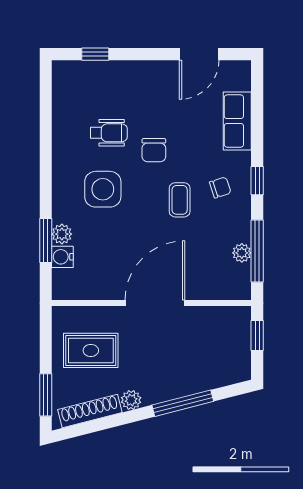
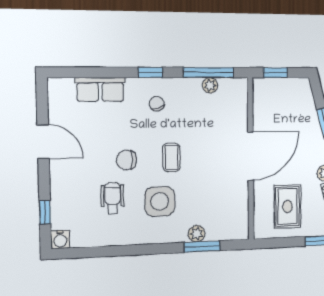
door: (199, 54) -> (43, 142), moved
chair: (154, 150) -> (127, 160), turned 180
coffee table: (180, 200) -> (171, 157), moved, turned 90
water cooler: (62, 257) -> (60, 239), moved
door: (155, 303) -> (251, 156), swing flipped

